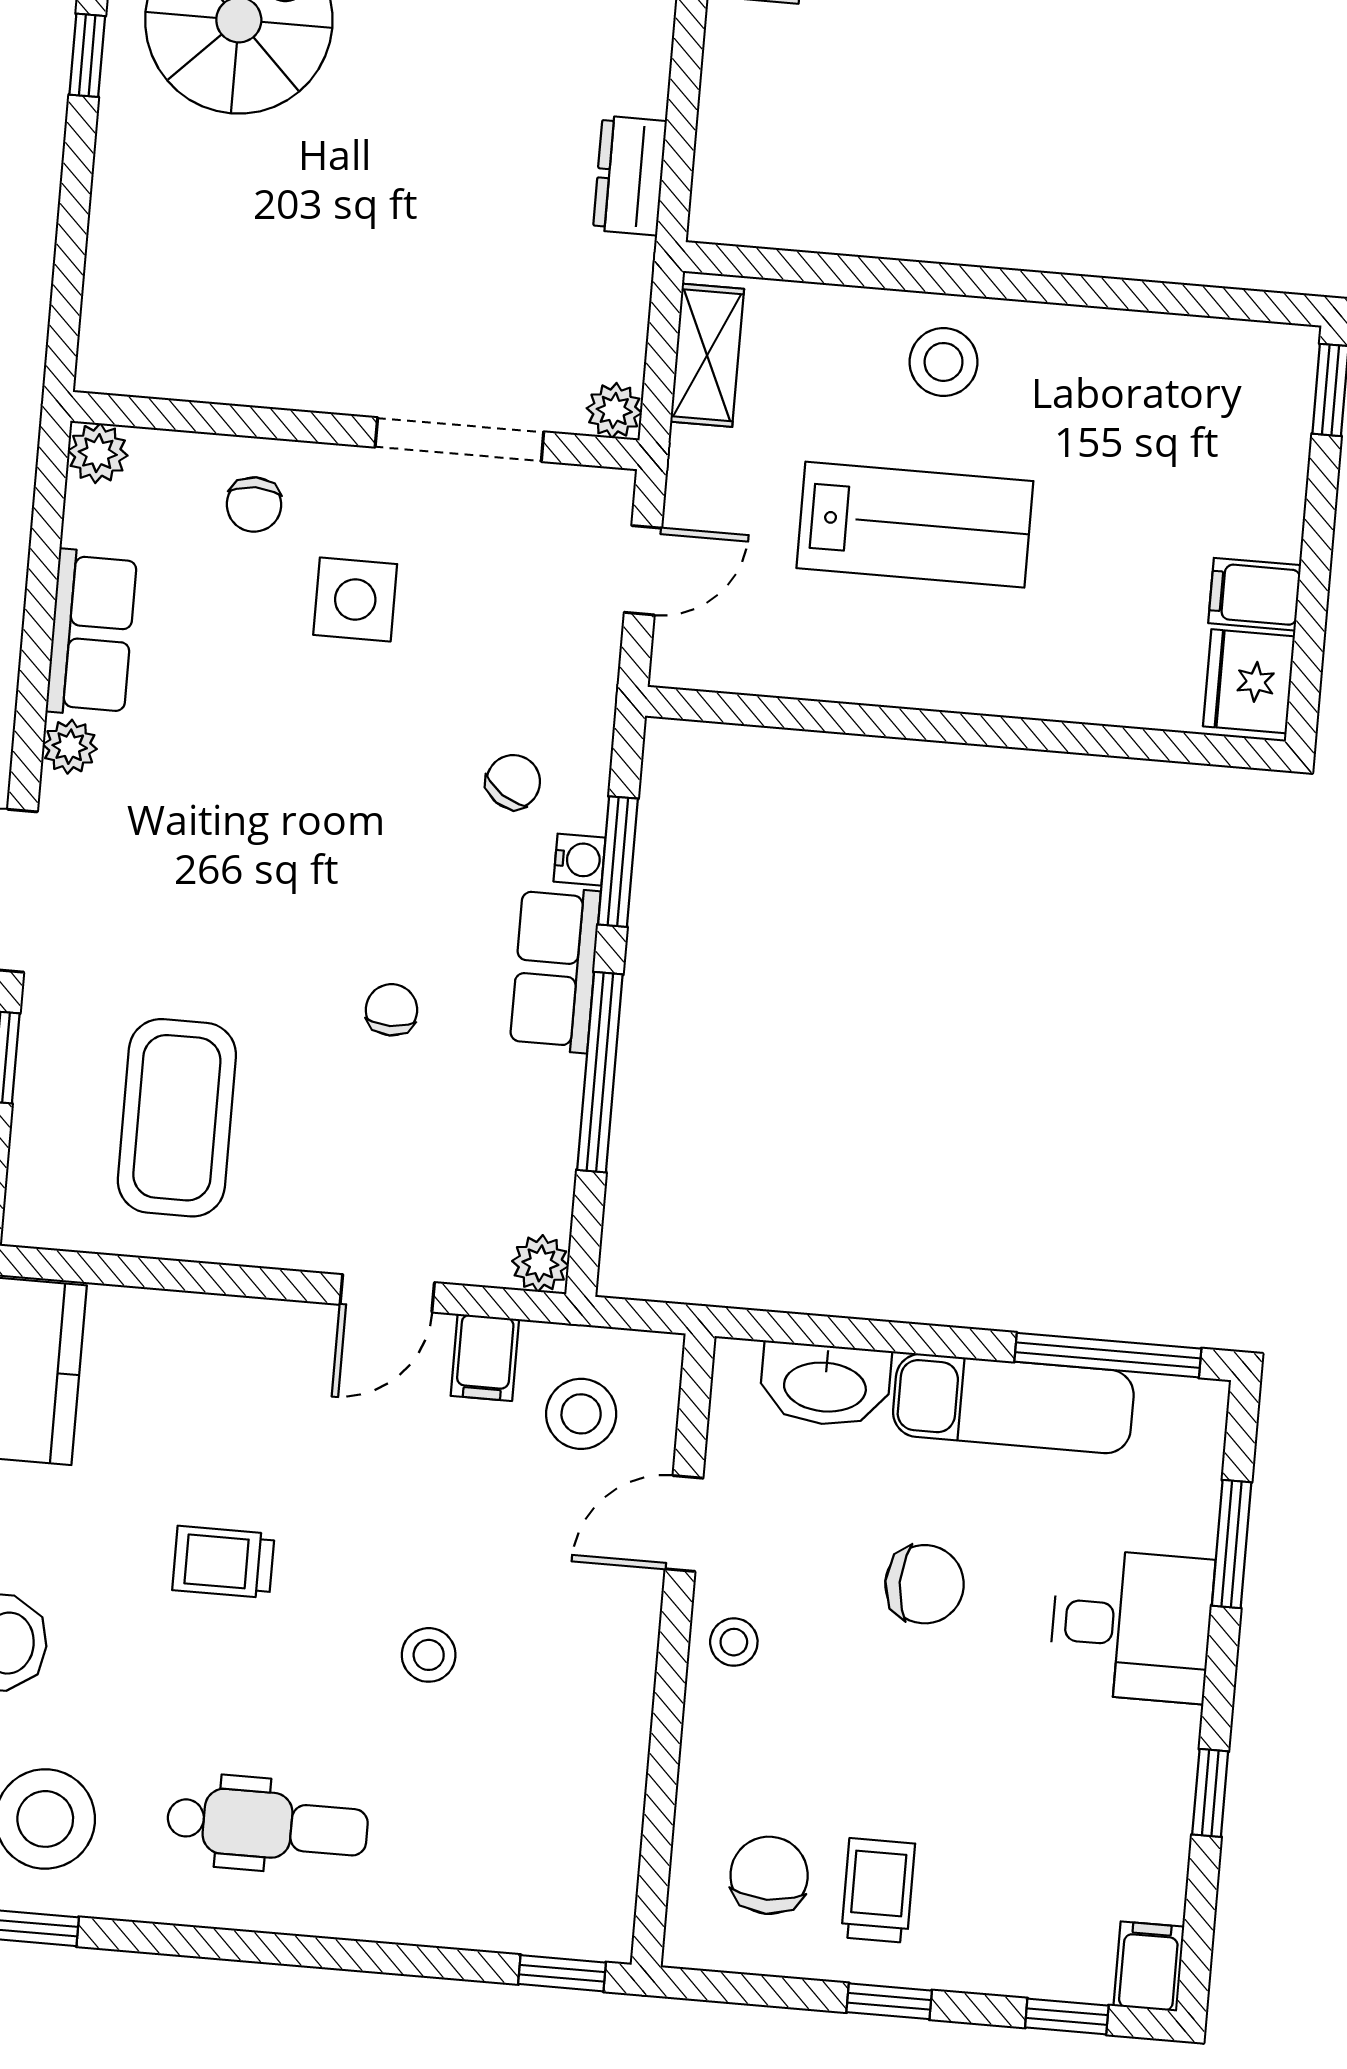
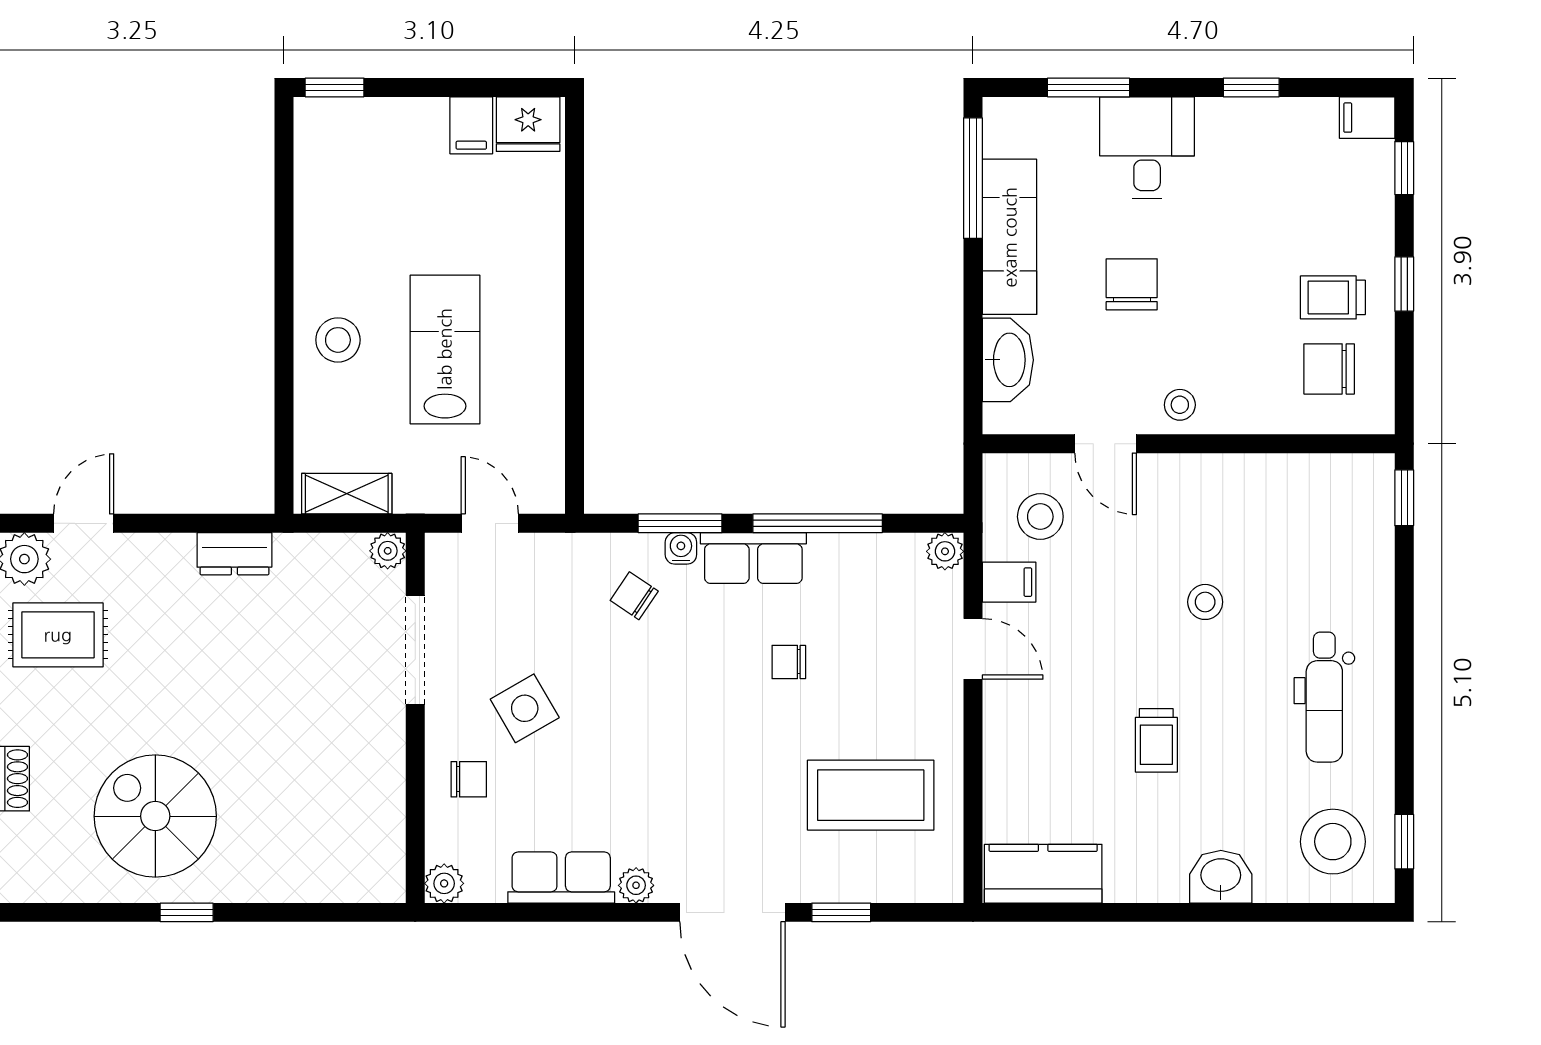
side table: (355, 599) -> (525, 708), turned -30
dental chair: (267, 1825) -> (1324, 697), turned 180

